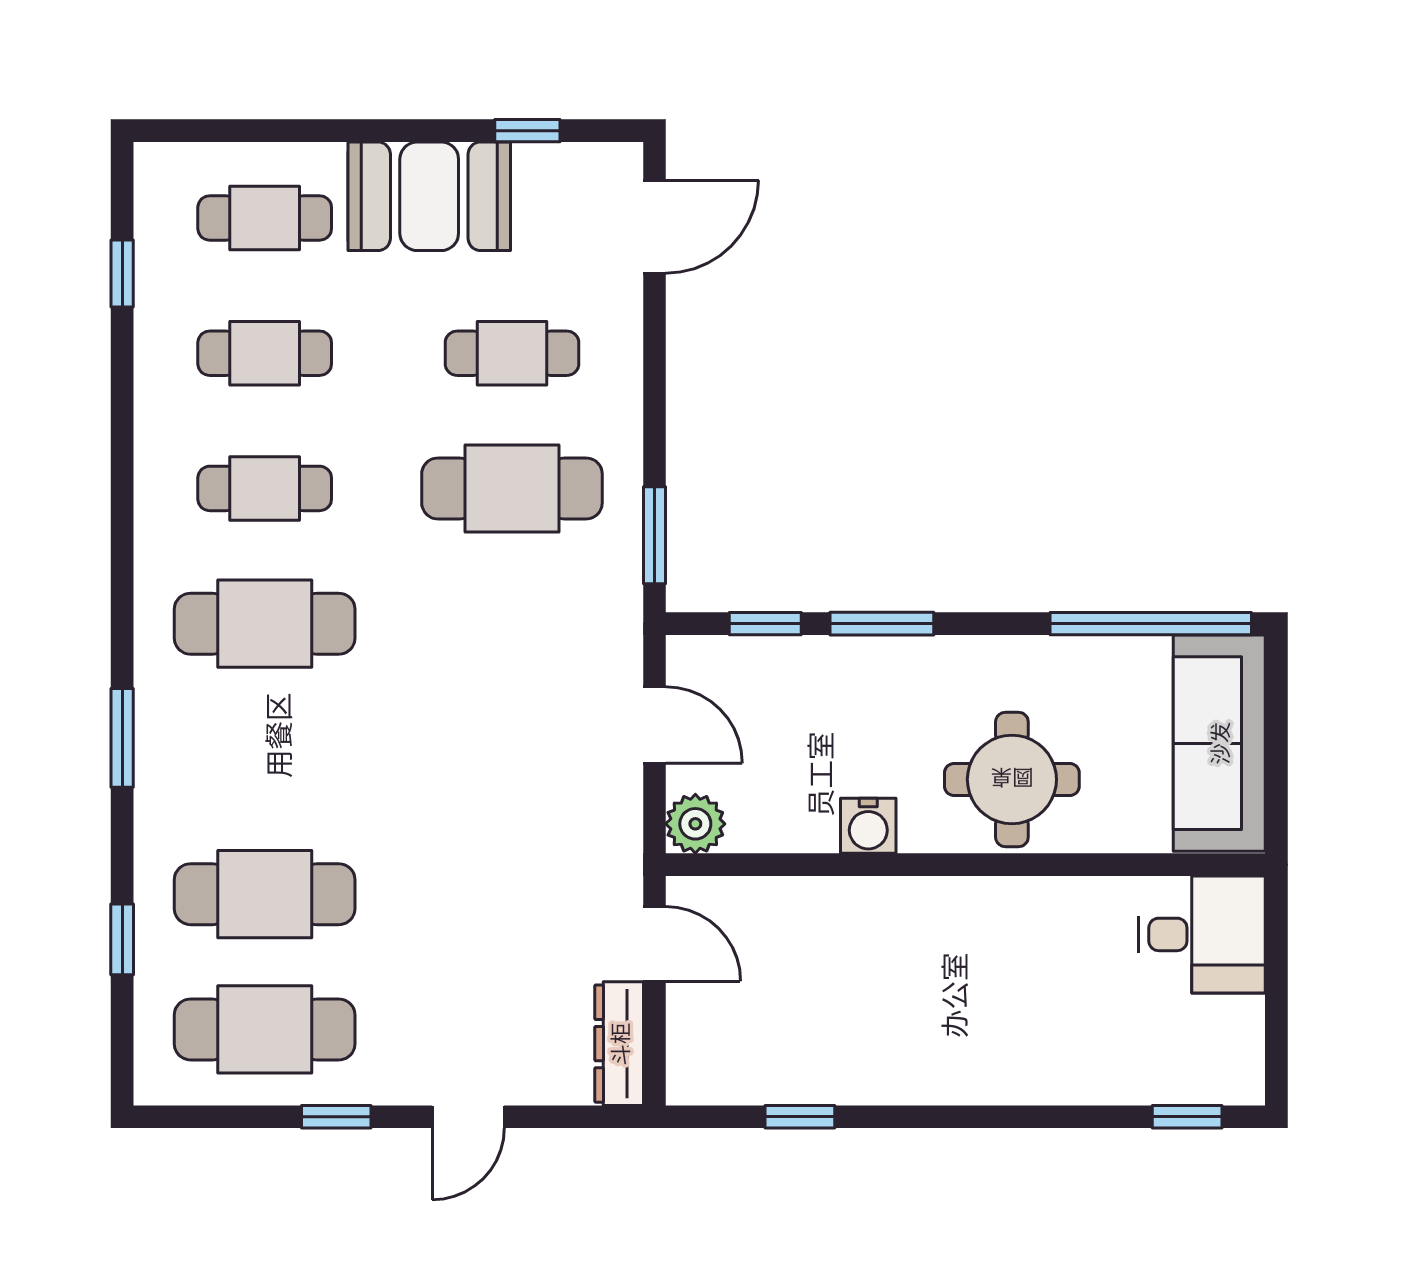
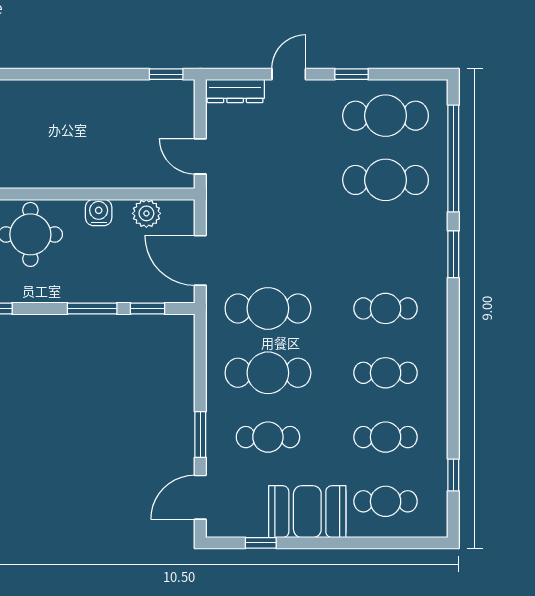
window: (654, 535) -> (200, 435), moved
cafe table: (265, 624) -> (386, 308), width x0.73, depth x0.74
cafe table: (512, 624) -> (268, 308), added
door: (654, 725) -> (200, 260), width x1.38
plant: (695, 824) -> (146, 213), moved
window: (122, 939) -> (453, 159), width x3.17
dresser: (619, 1044) -> (235, 91), moved, turned 90
window: (800, 1117) -> (166, 74), moved

